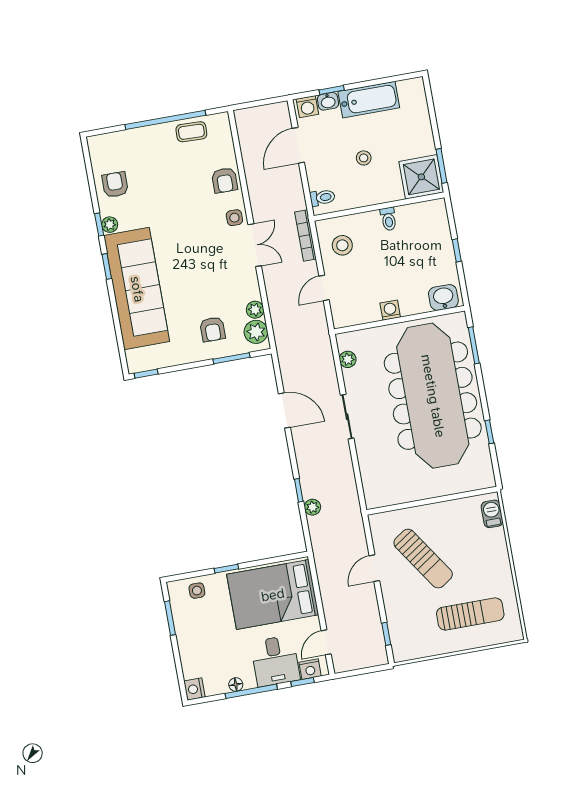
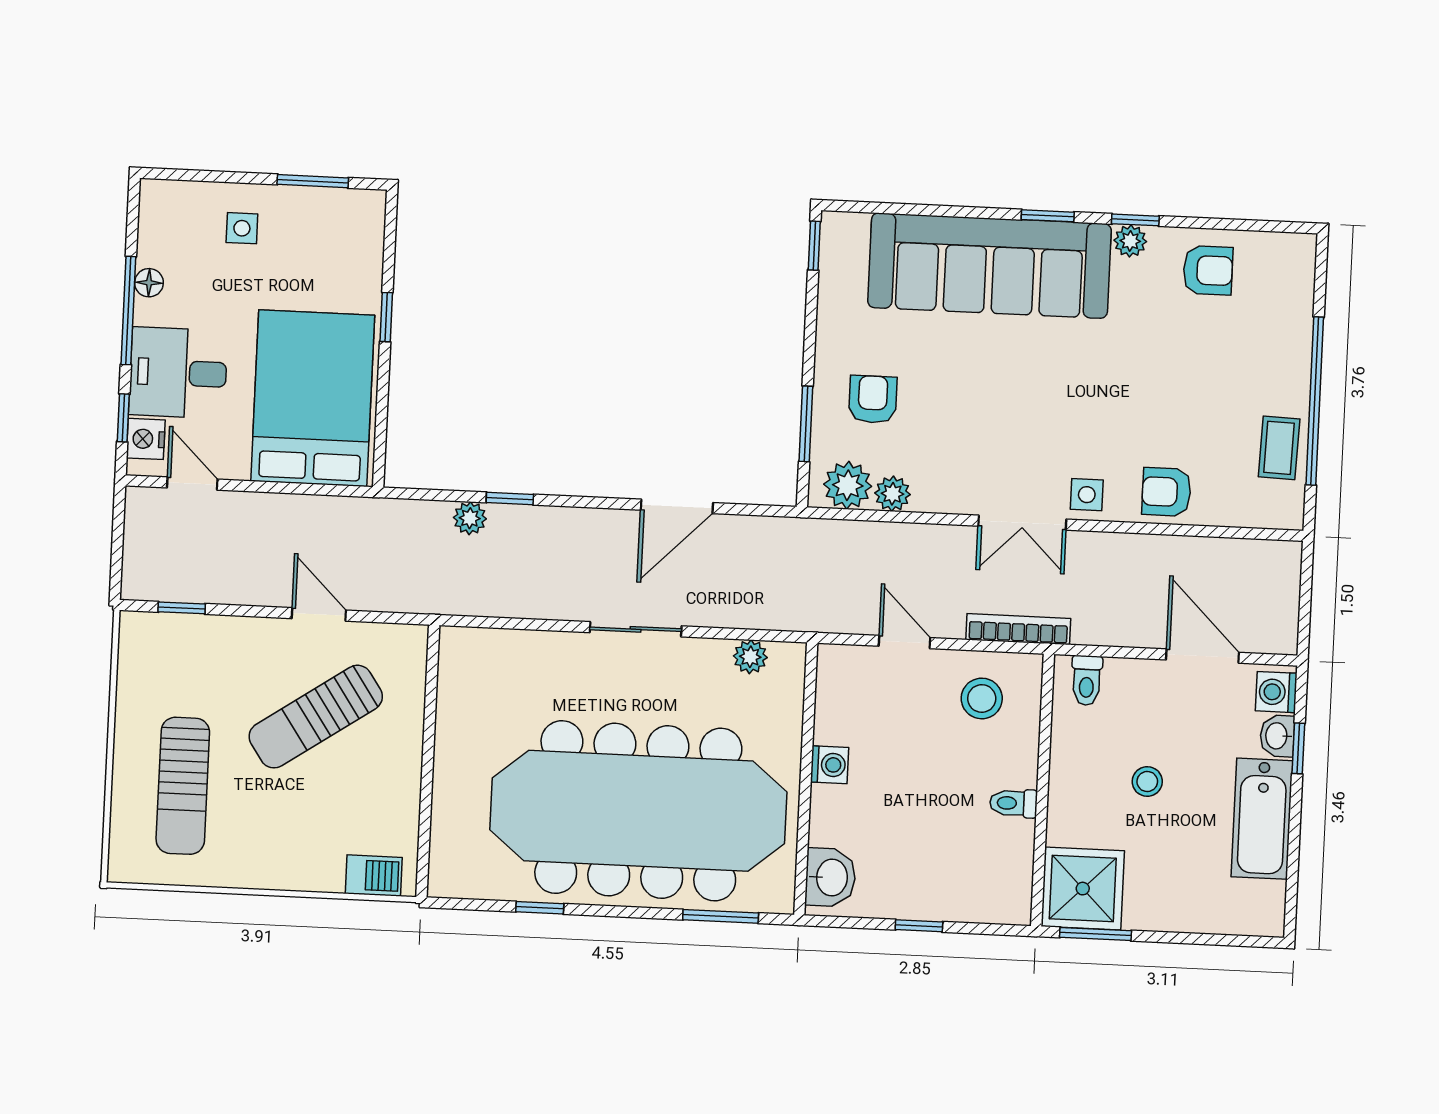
armchair: (213, 329) -> (873, 399), turned 90
side table: (197, 591) -> (242, 228), moved
nightstand: (194, 689) -> (159, 198), removed

